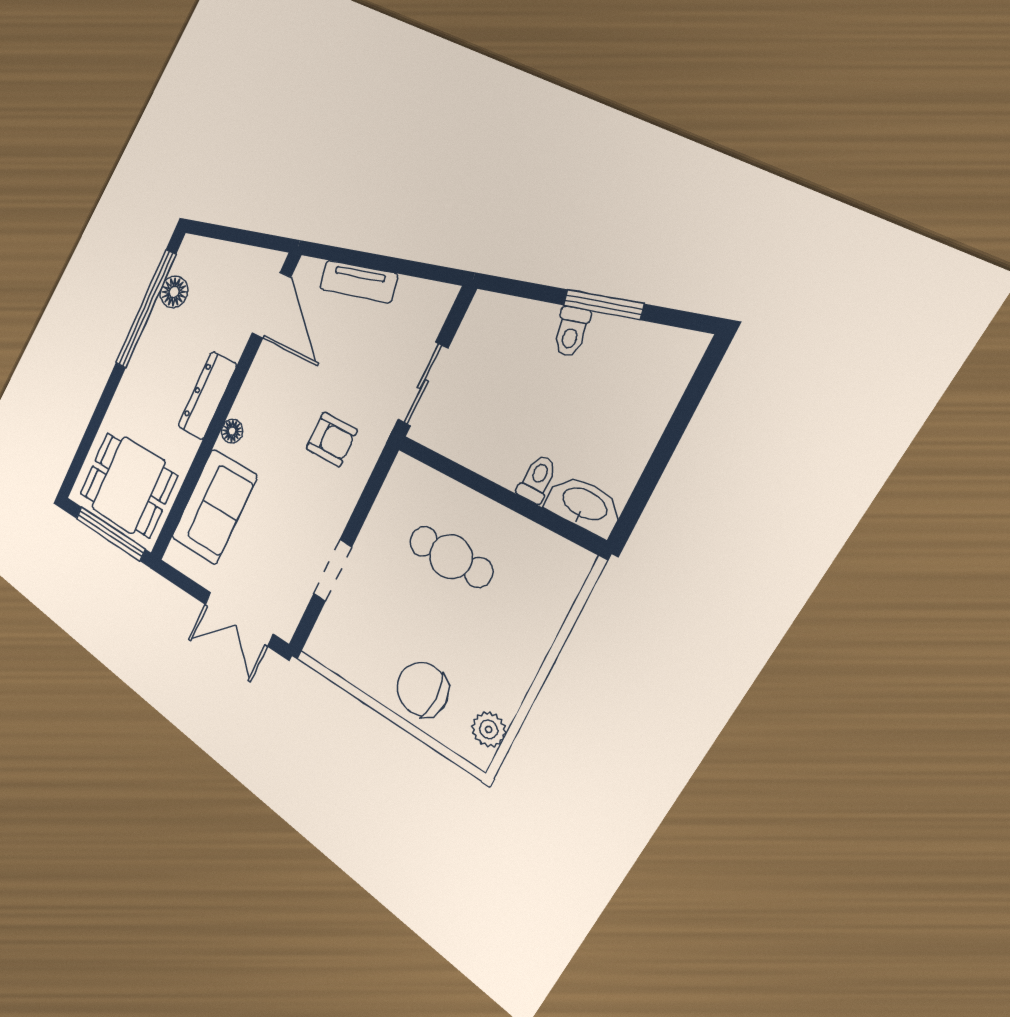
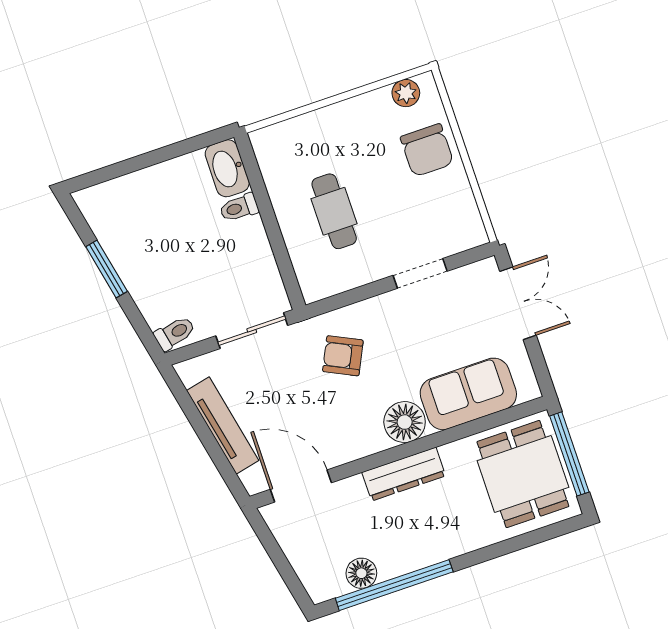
tv unit: (358, 282) -> (223, 425), width x1.41
door: (271, 305) -> (301, 486), hinge flipped
toilet: (571, 332) -> (175, 333), moved
floor lamp: (232, 431) -> (405, 422), width x1.89, depth x1.89
armchair: (332, 439) -> (343, 356), turned -64

